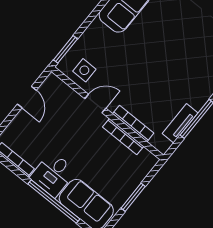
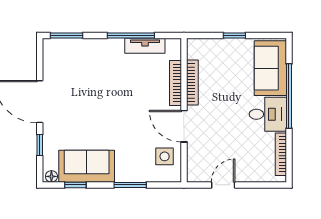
window: (65, 49) -> (130, 185), moved
door: (95, 103) -> (184, 126), width x1.38
window: (133, 197) -> (234, 35), width x0.67

